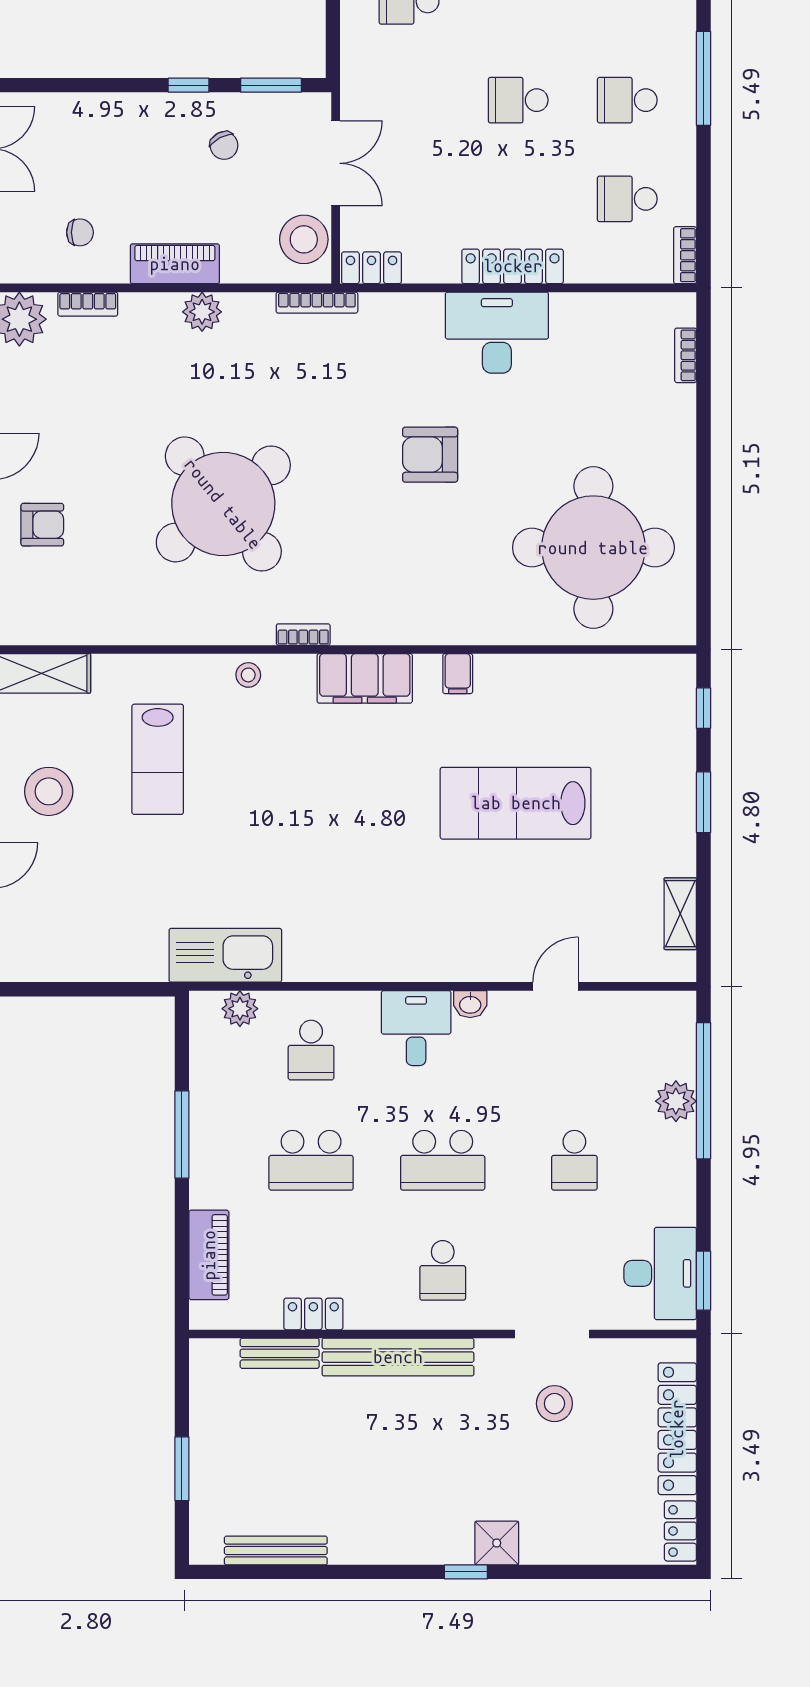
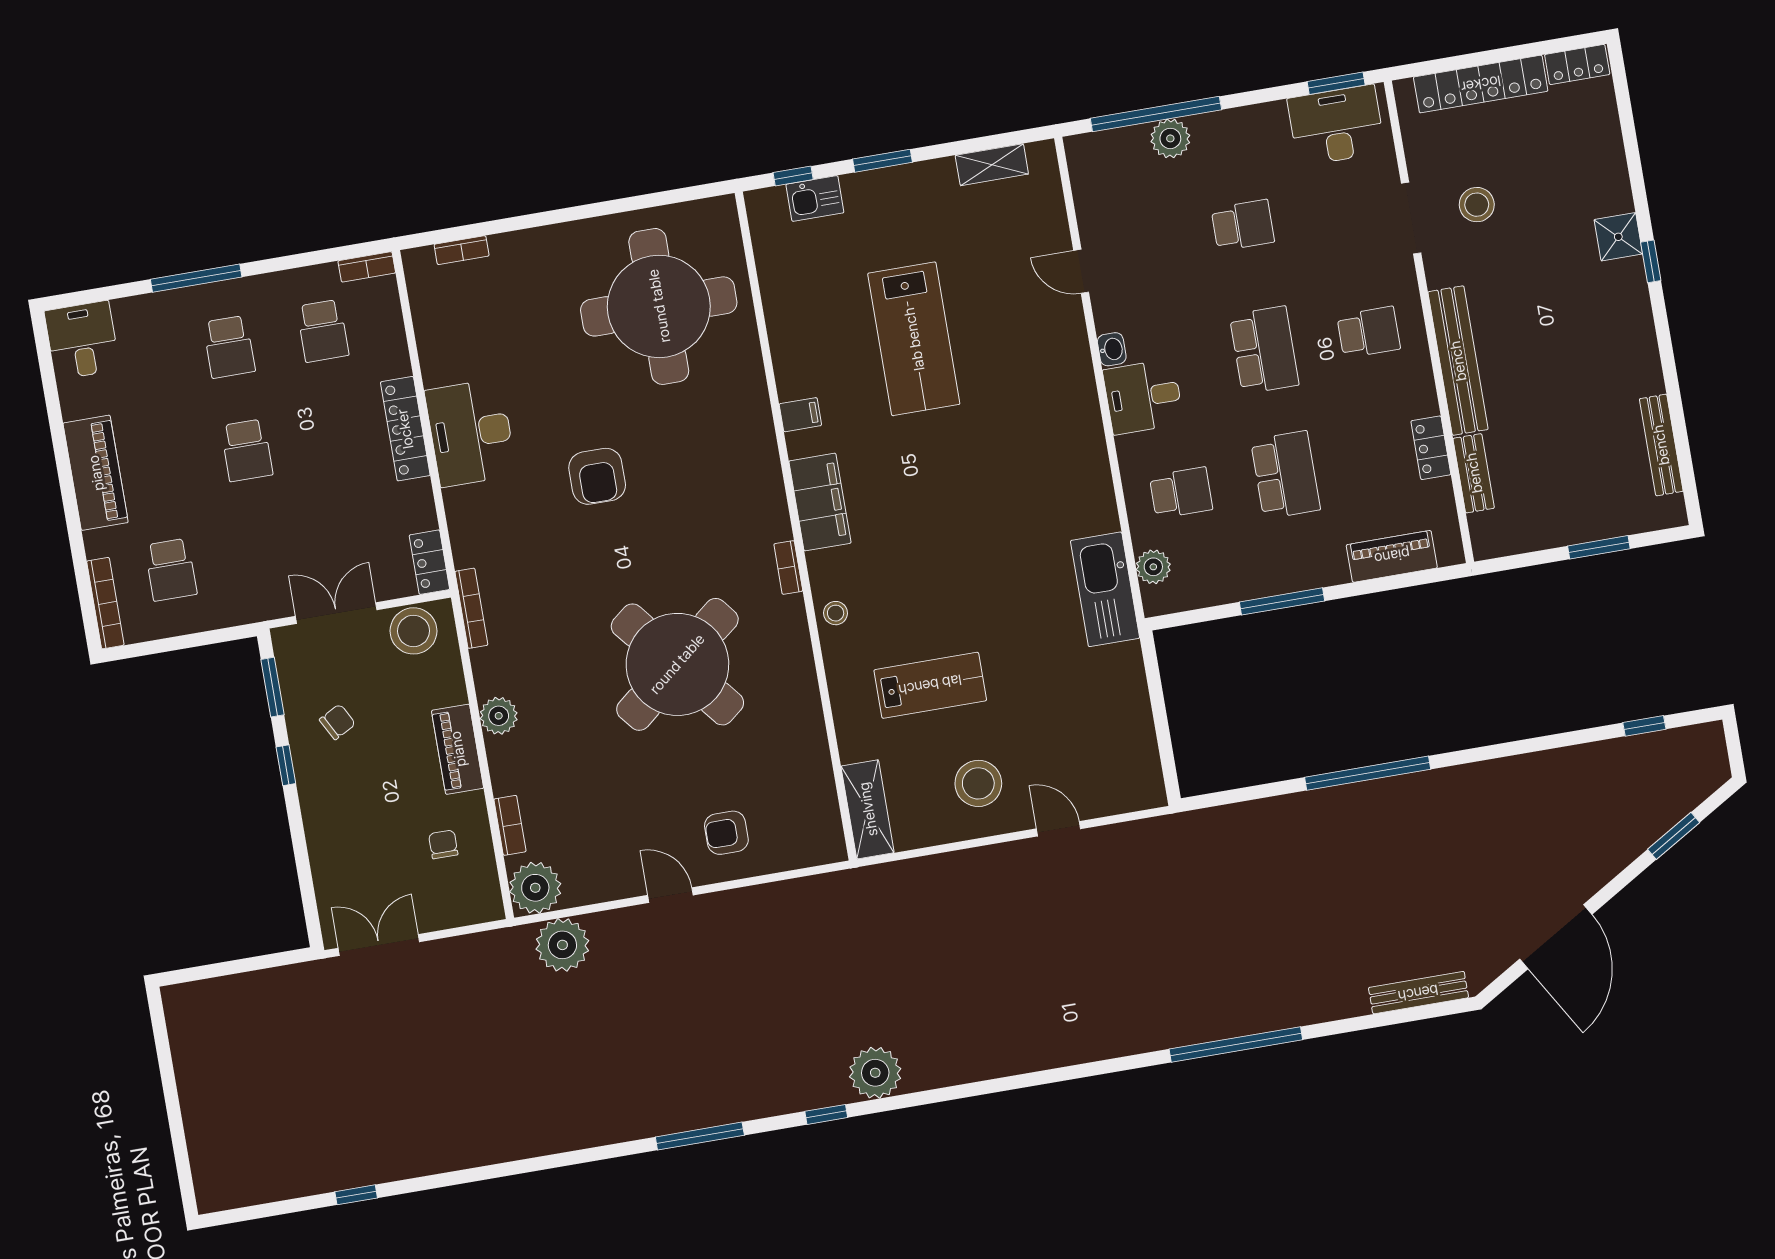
armchair: (42, 525) -> (726, 833), turned -90
kitchen sink: (677, 726) -> (815, 198), added

